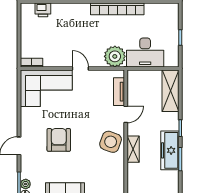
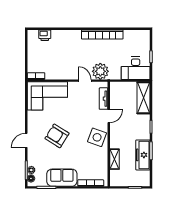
desk: (145, 52) -> (136, 68), moved
door: (80, 68) -> (85, 81), moved
armchair: (59, 140) -> (57, 136), turned -58
shelving: (133, 149) -> (114, 159), moved
freezer: (170, 150) -> (143, 155), moved

